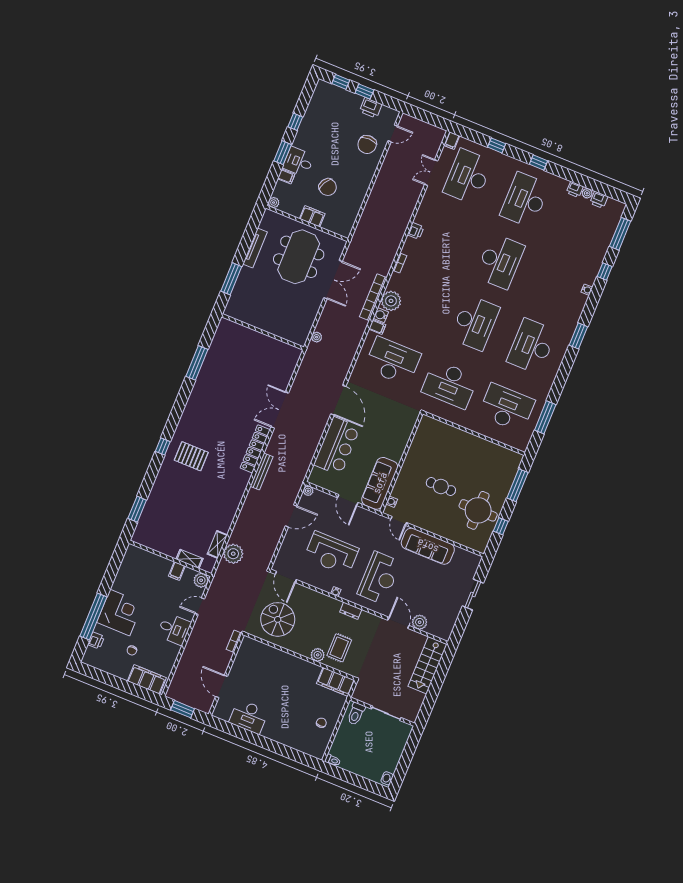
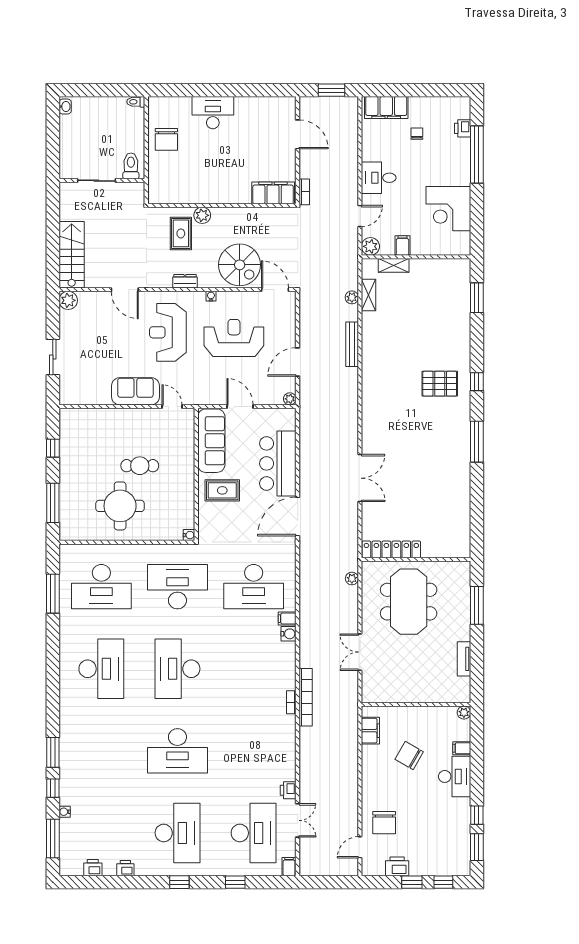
chair: (367, 144) -> (384, 823), turned 180
window: (283, 153) -> (477, 847), moved
desk: (298, 162) -> (455, 776), width x1.37
plant: (587, 193) -> (109, 870), removed
filing cabinet: (312, 216) -> (370, 731), moved, turned -90
printer: (416, 231) -> (288, 790), moved
tv unit: (255, 248) -> (464, 659), width x0.71
meeting table: (299, 257) -> (409, 602), moved
desk: (500, 261) -> (177, 751), turned -90
double door: (333, 280) -> (360, 652), width x0.73
water cooler: (587, 290) -> (65, 812), moved
bookcase: (373, 297) -> (306, 697), moved
plant: (391, 301) -> (284, 655), removed
window: (578, 336) -> (53, 752), moved
window: (197, 363) -> (477, 442), moved
door: (338, 400) -> (298, 517), hinge flipped
rug: (387, 443) -> (222, 490), added
locker: (255, 449) -> (391, 549), moved, turned -90
bench: (262, 472) -> (352, 344), moved
water cooler: (392, 502) -> (189, 535), moved
round table: (478, 510) -> (120, 506), moved
sofa: (428, 546) -> (135, 391), width x0.73
plant: (233, 554) -> (352, 297), width x0.53, depth x0.53
corner desk: (120, 613) -> (448, 209), moved
spiral stairs: (278, 619) -> (240, 265), moved
plant: (420, 622) -> (68, 300), moved
filing cabinet: (336, 682) -> (273, 193), moved
desk: (249, 717) -> (213, 113), moved
chair: (321, 723) -> (166, 139), width x1.87, depth x1.87

